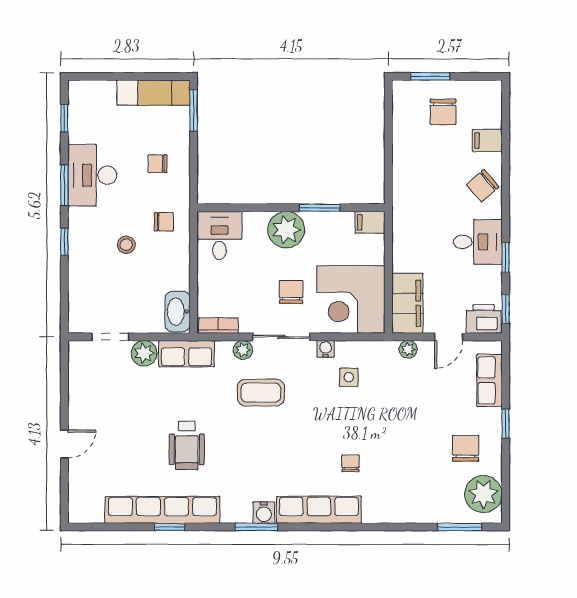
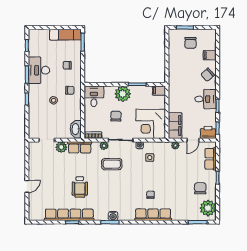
chair: (291, 292) -> (116, 116), moved
row of seats: (319, 510) -> (153, 215), moved

